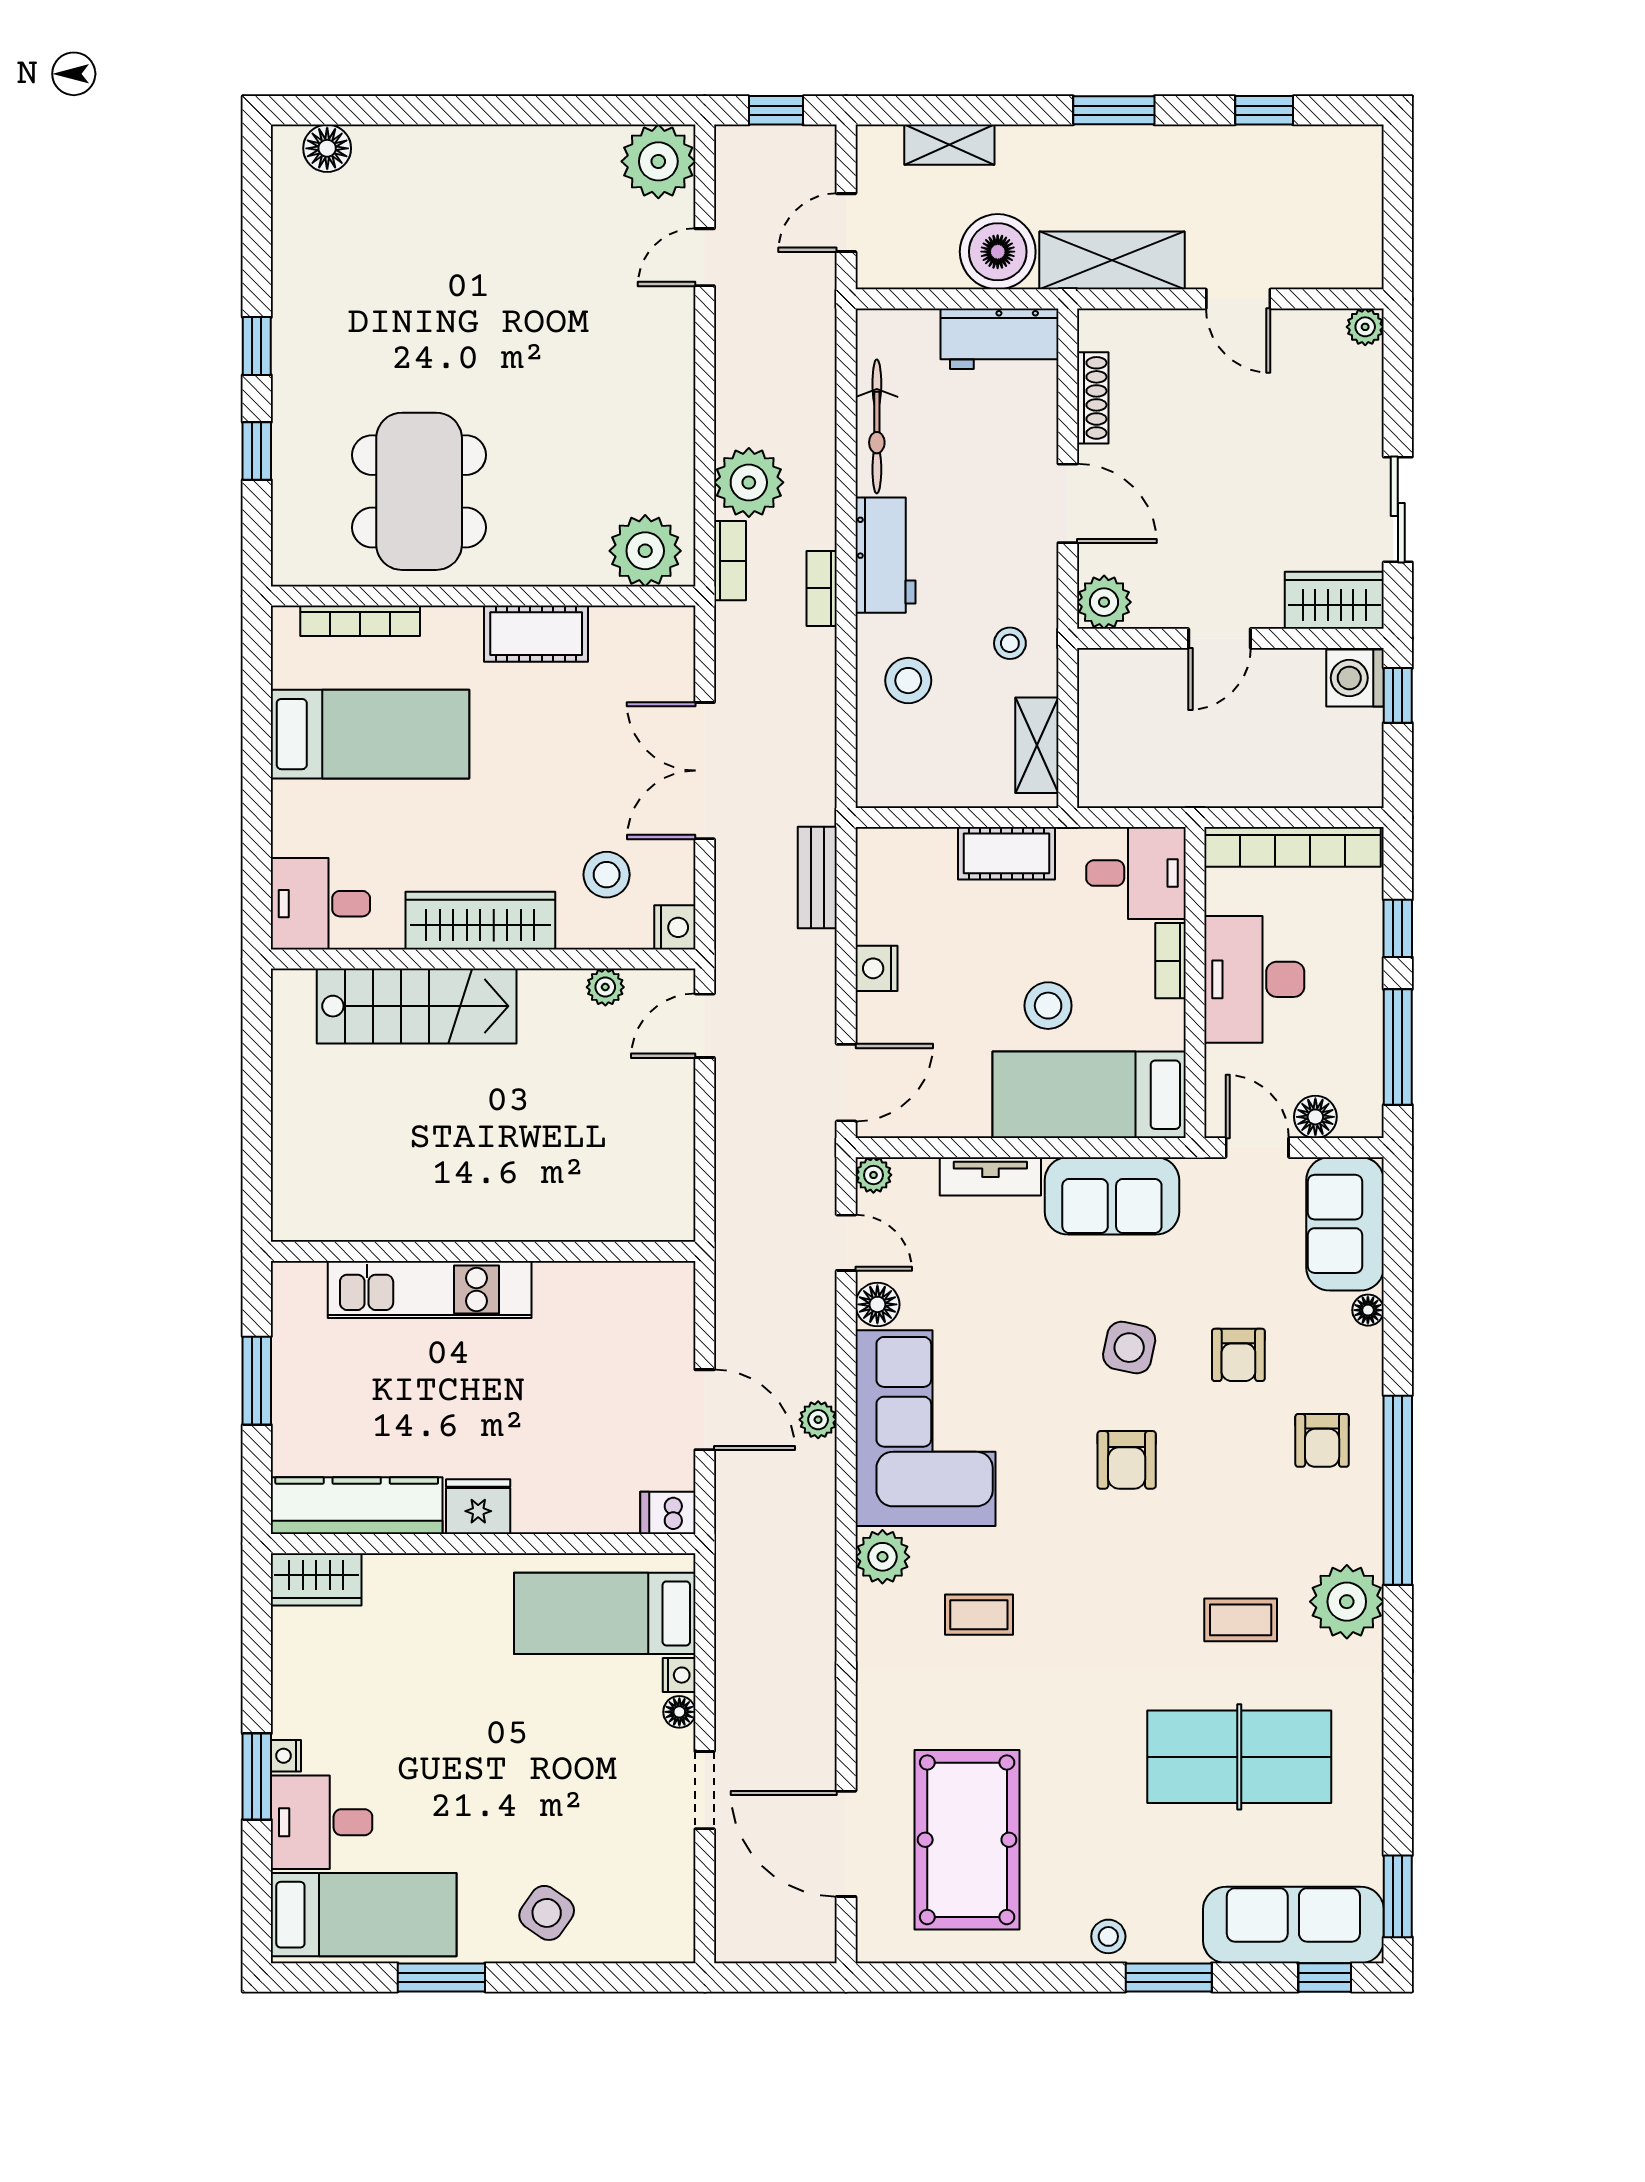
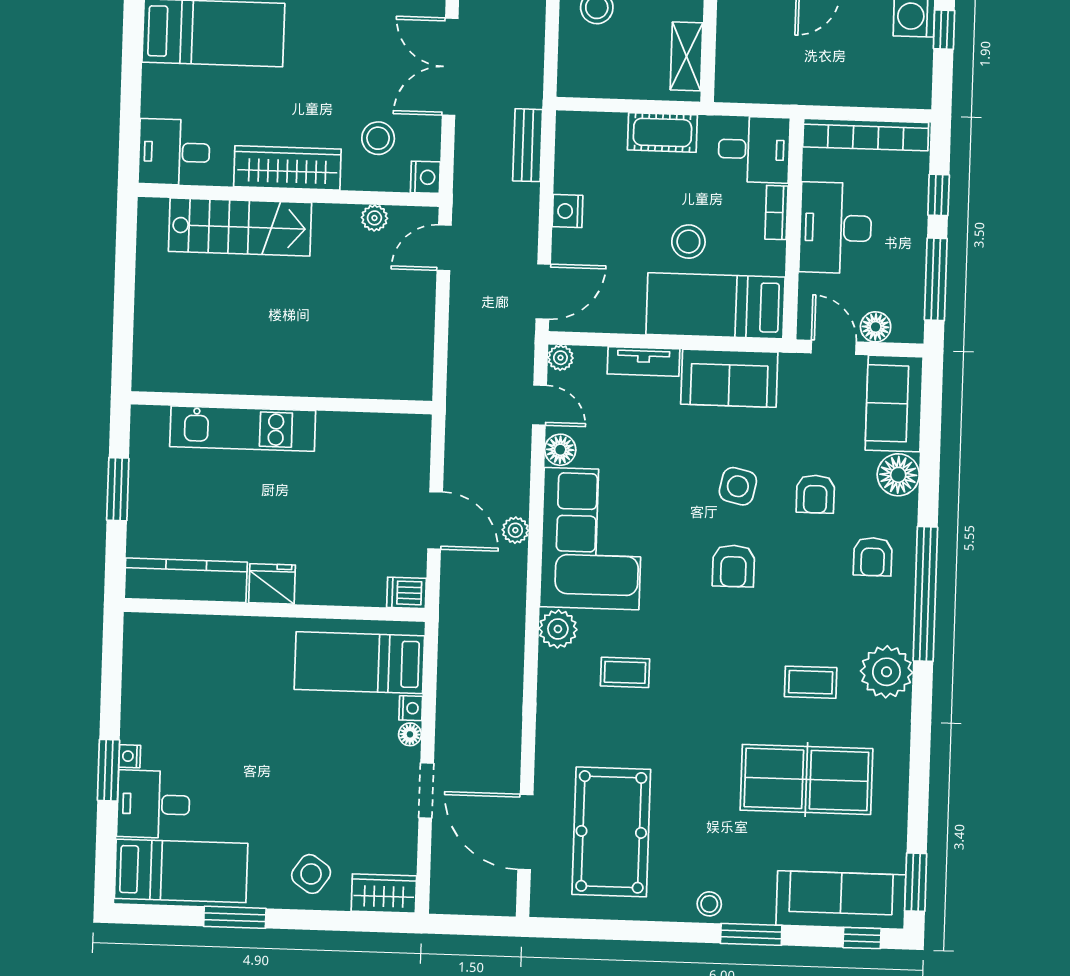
floor lamp: (1368, 1310) -> (898, 475), width x1.89, depth x1.89
wardrobe: (316, 1579) -> (384, 893), moved, turned 180

